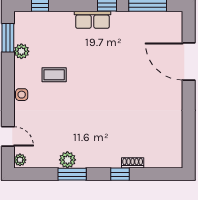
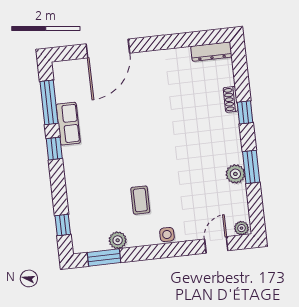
row of seats: (92, 20) -> (68, 124), moved
dresser: (176, 151) -> (211, 52), added

